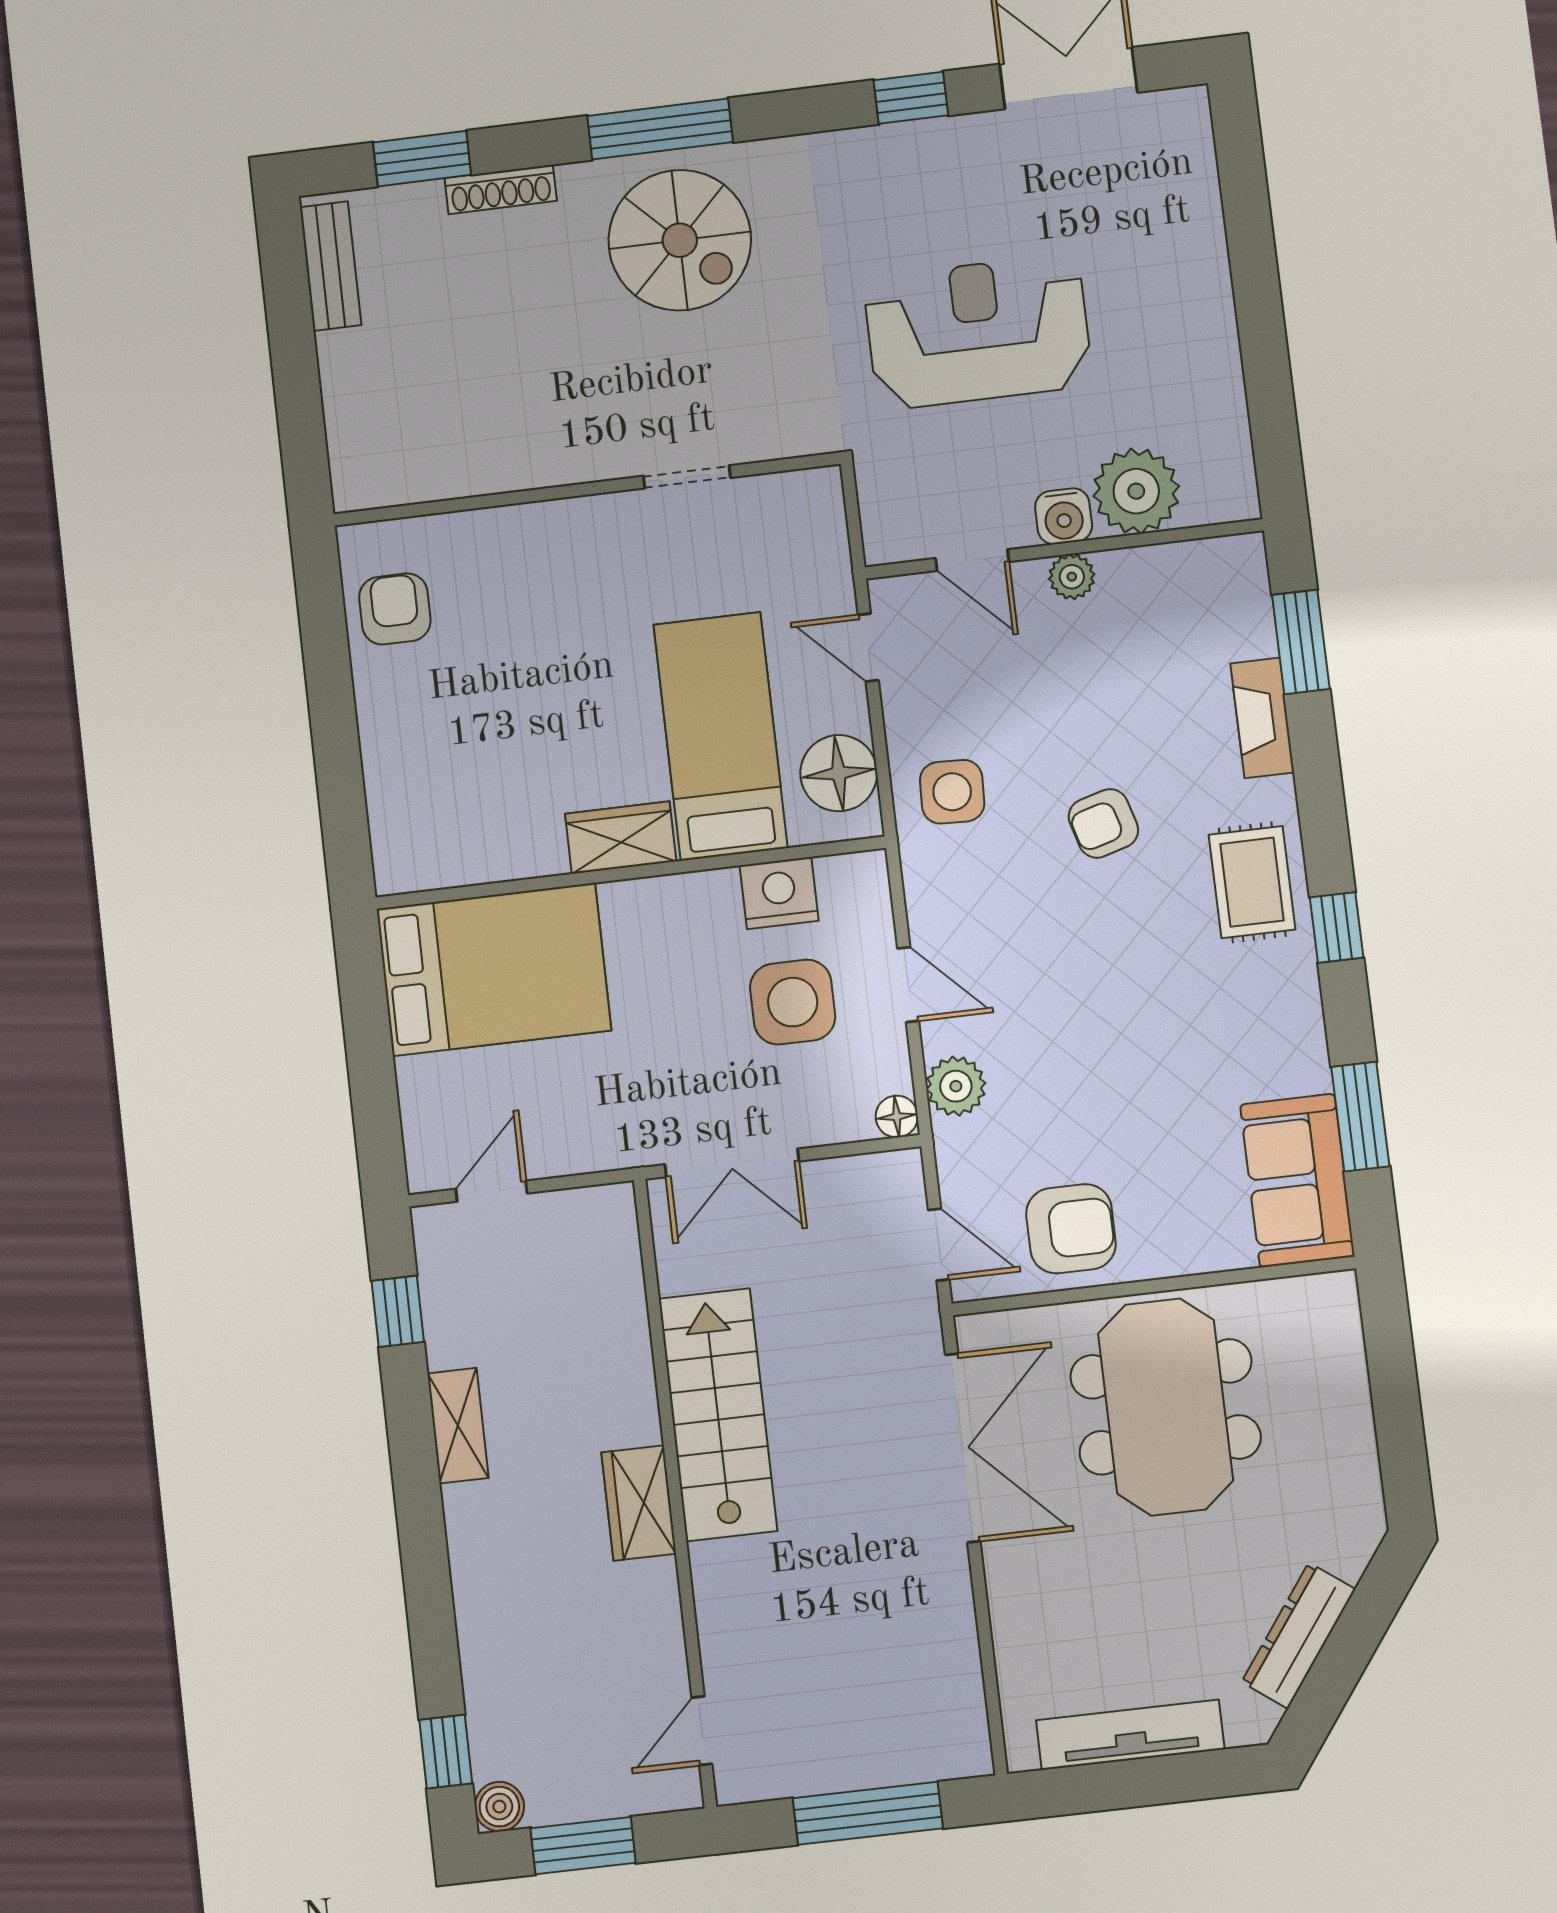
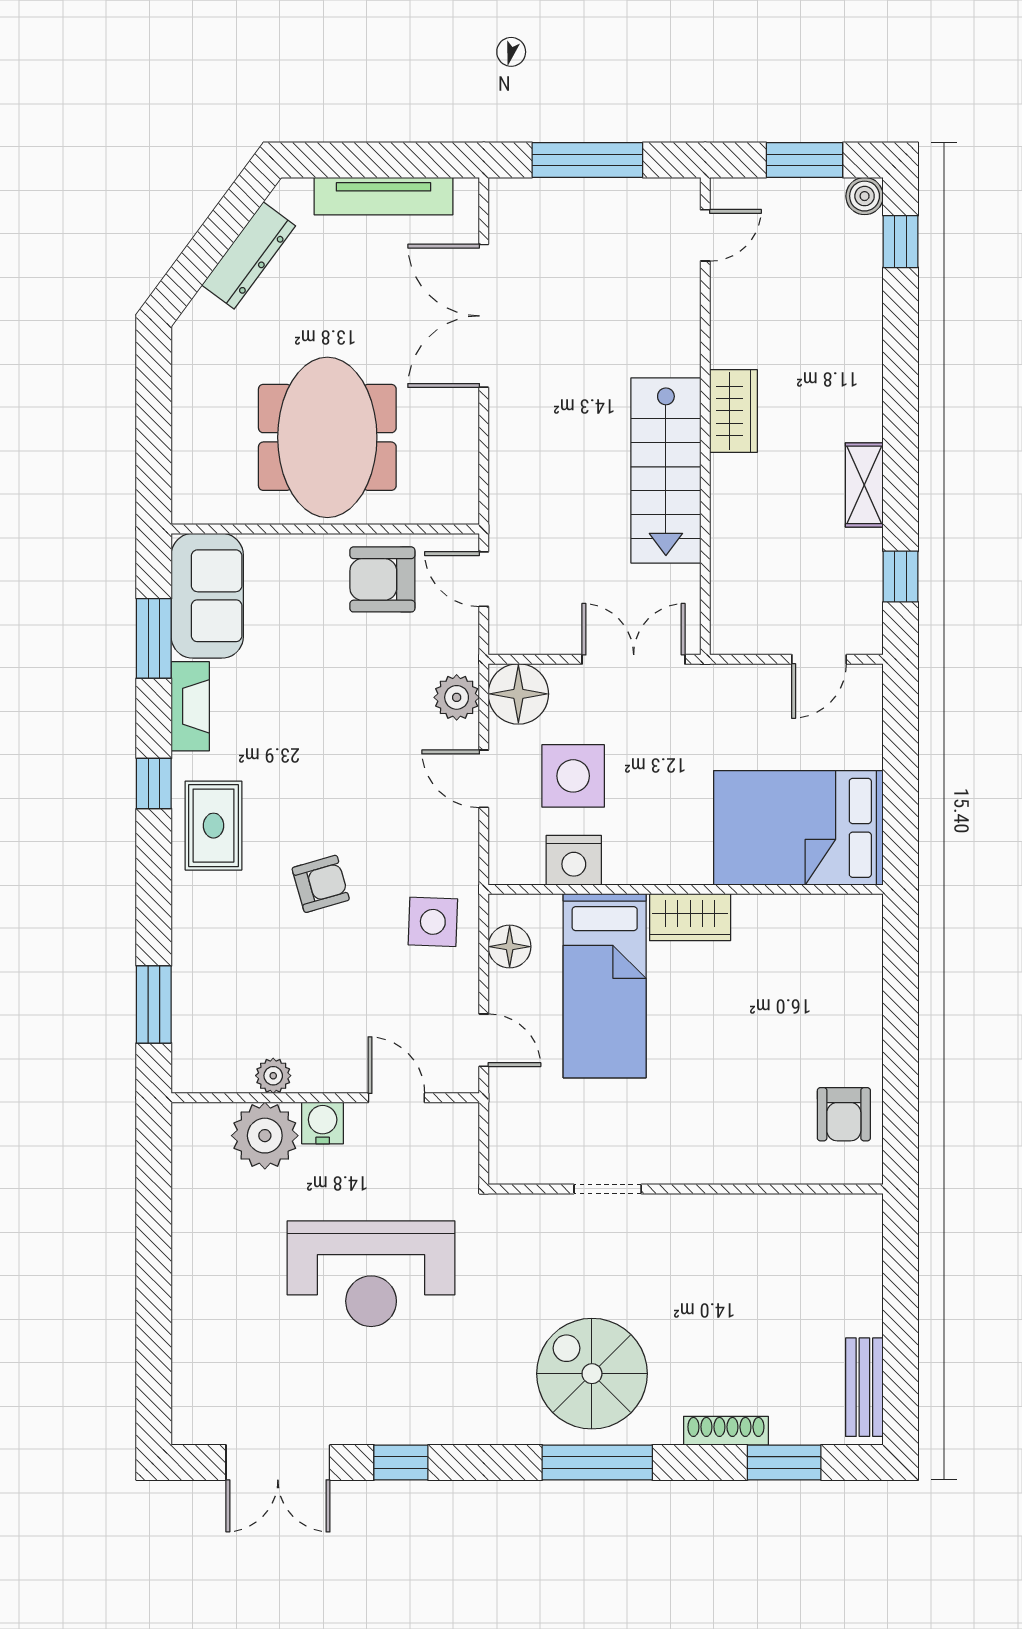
plant: (1072, 577) -> (273, 1076), moved
fireplace: (1262, 718) -> (190, 706), moved
floor lamp: (839, 773) -> (510, 947), width x0.73, depth x0.73
floor lamp: (897, 1117) -> (518, 694), width x1.89, depth x1.89
double door: (963, 1448) -> (484, 316), moved

